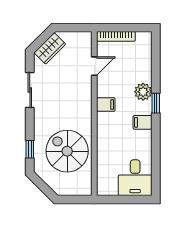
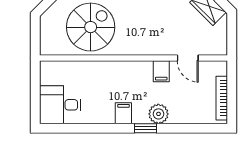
bookcase: (116, 36) -> (222, 98), moved
filing cabinet: (106, 105) -> (161, 71), moved

